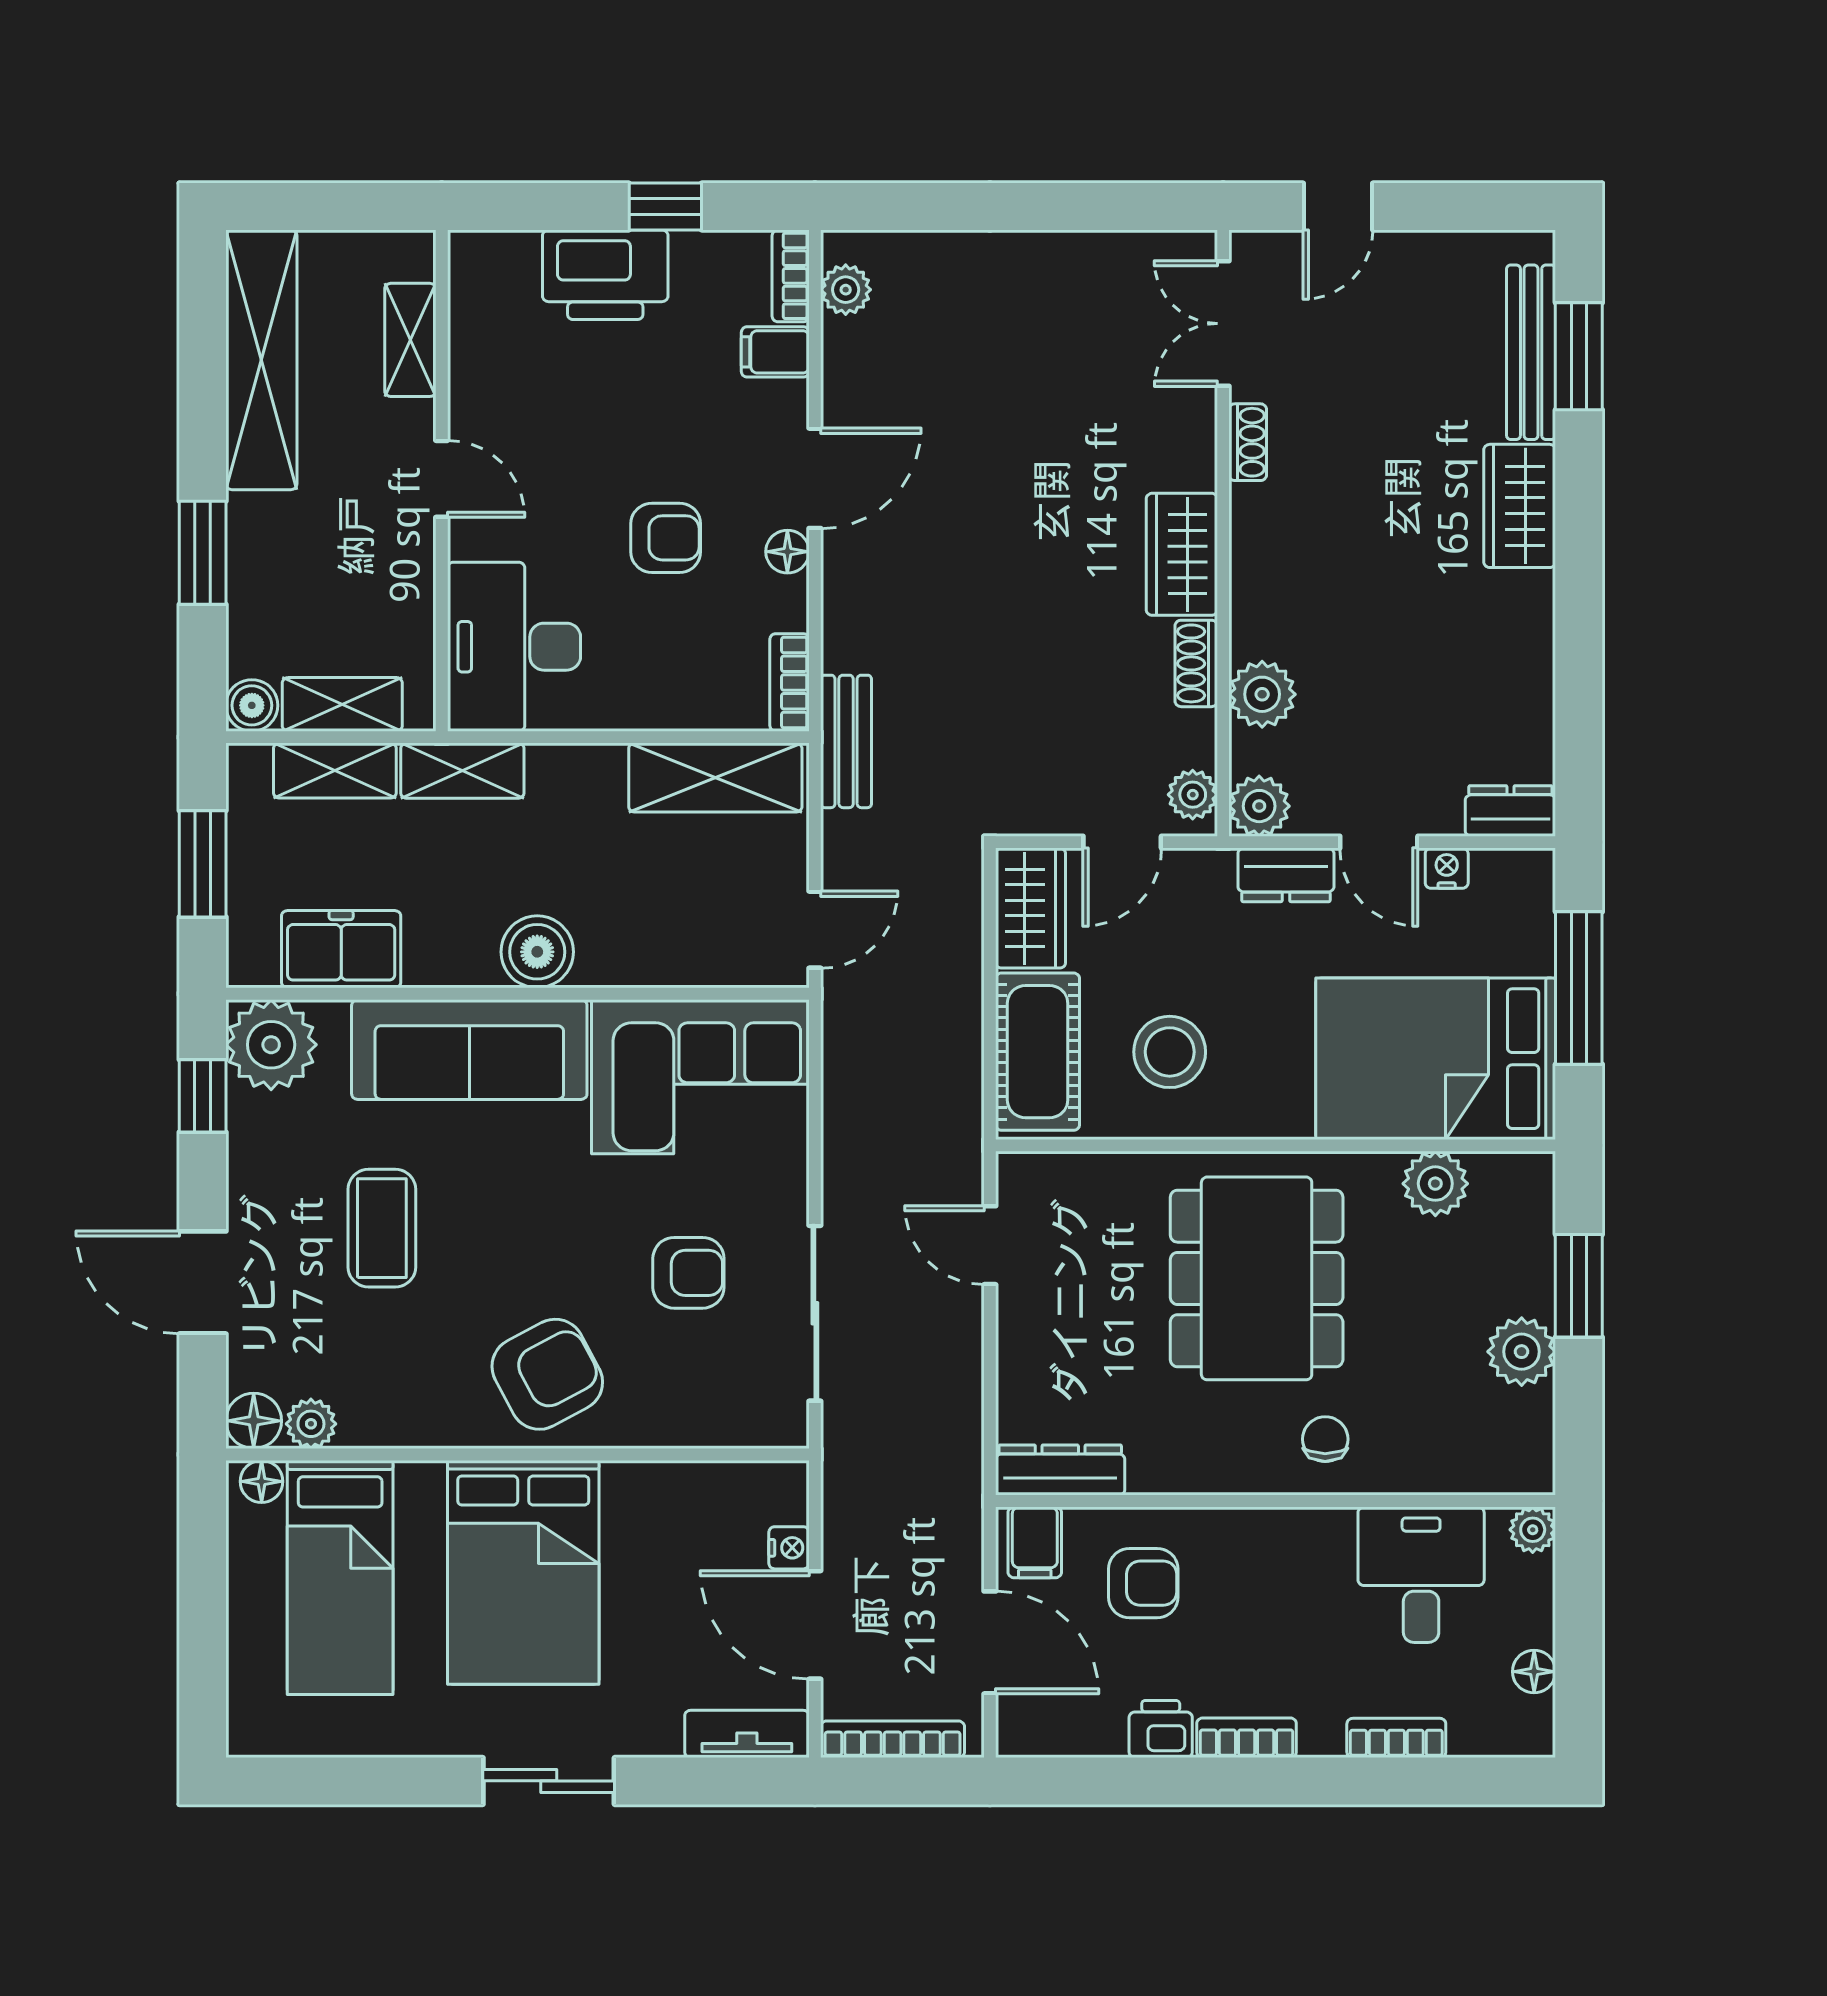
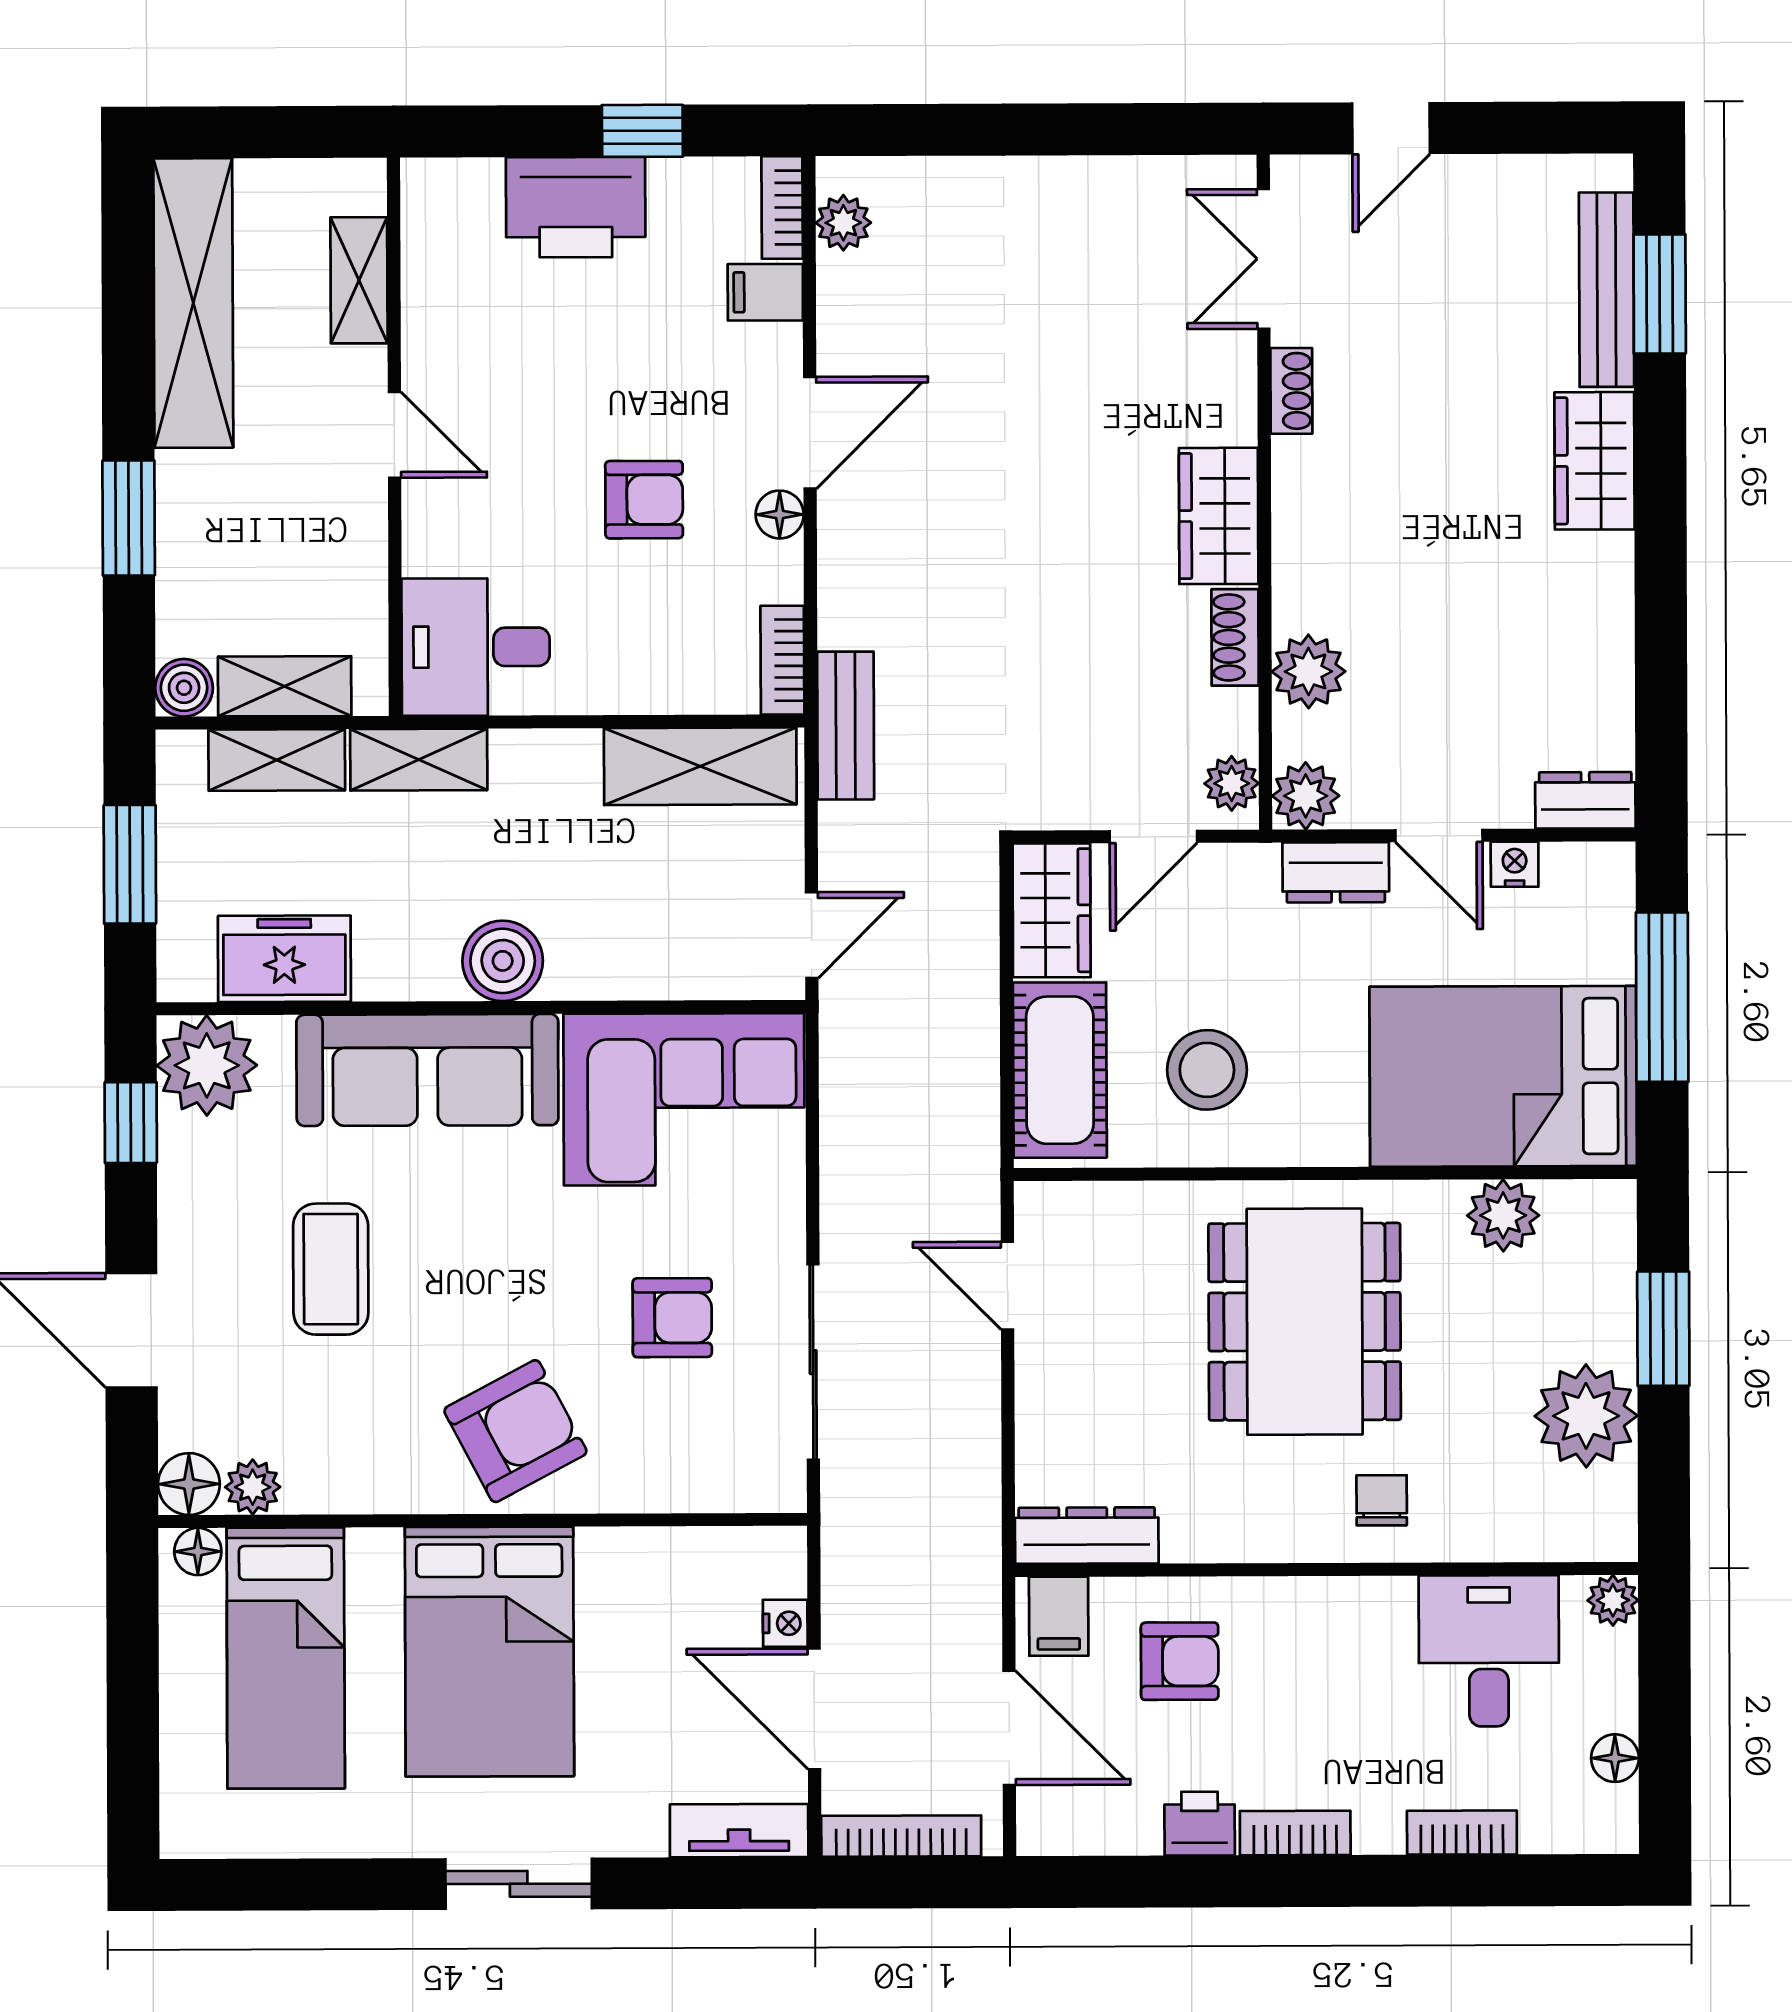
desk: (514, 647) -> (476, 647), width x0.73
plant: (1522, 1352) -> (1586, 1416), width x1.36, depth x1.36

